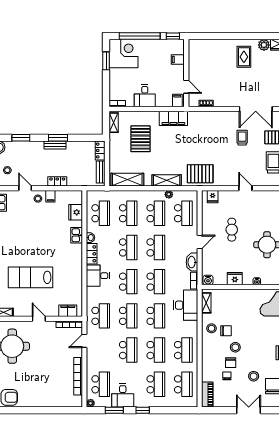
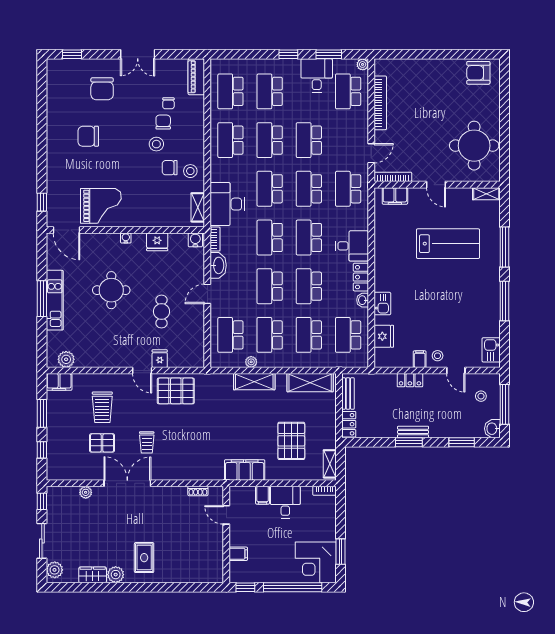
filing cabinet: (177, 101) -> (263, 495), moved
pallet: (200, 174) -> (176, 391), moved
fridge: (213, 197) -> (160, 359), moved
stool: (254, 376) -> (130, 103), removed

